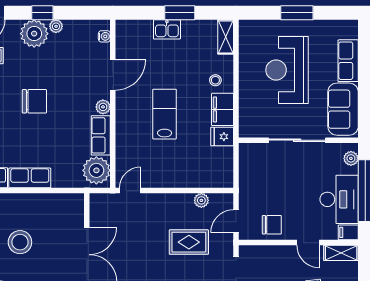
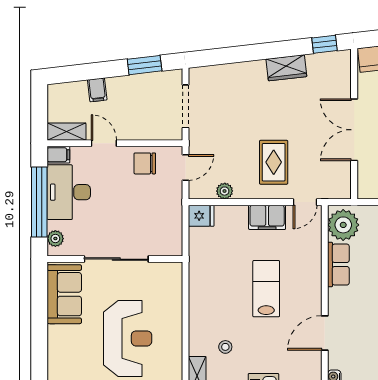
row of seats: (348, 61) -> (58, 349), removed
stool: (215, 80) -> (225, 347), moved
plant: (103, 107) -> (336, 297), removed
filing cabinet: (223, 109) -> (267, 217), moved, turned 90
lab bench: (165, 114) -> (266, 289), turned 180
fridge: (222, 137) -> (201, 216), moved
rug: (189, 242) -> (274, 162), moved, turned 90

